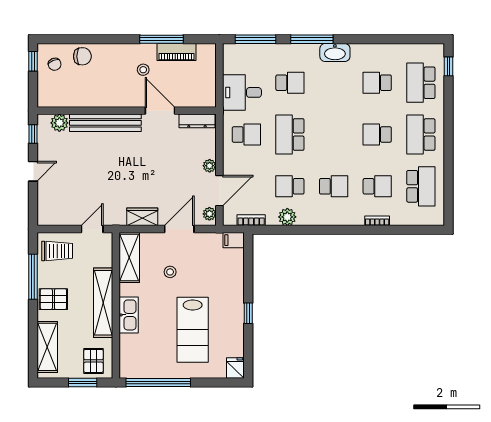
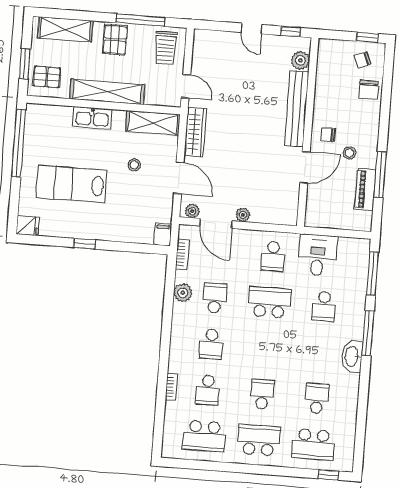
school desk: (421, 83) -> (313, 444), turned 180
chair: (128, 92) -> (328, 135), added
dresser: (197, 121) -> (291, 205), removed
wardrobe: (142, 217) -> (195, 132), width x1.50

